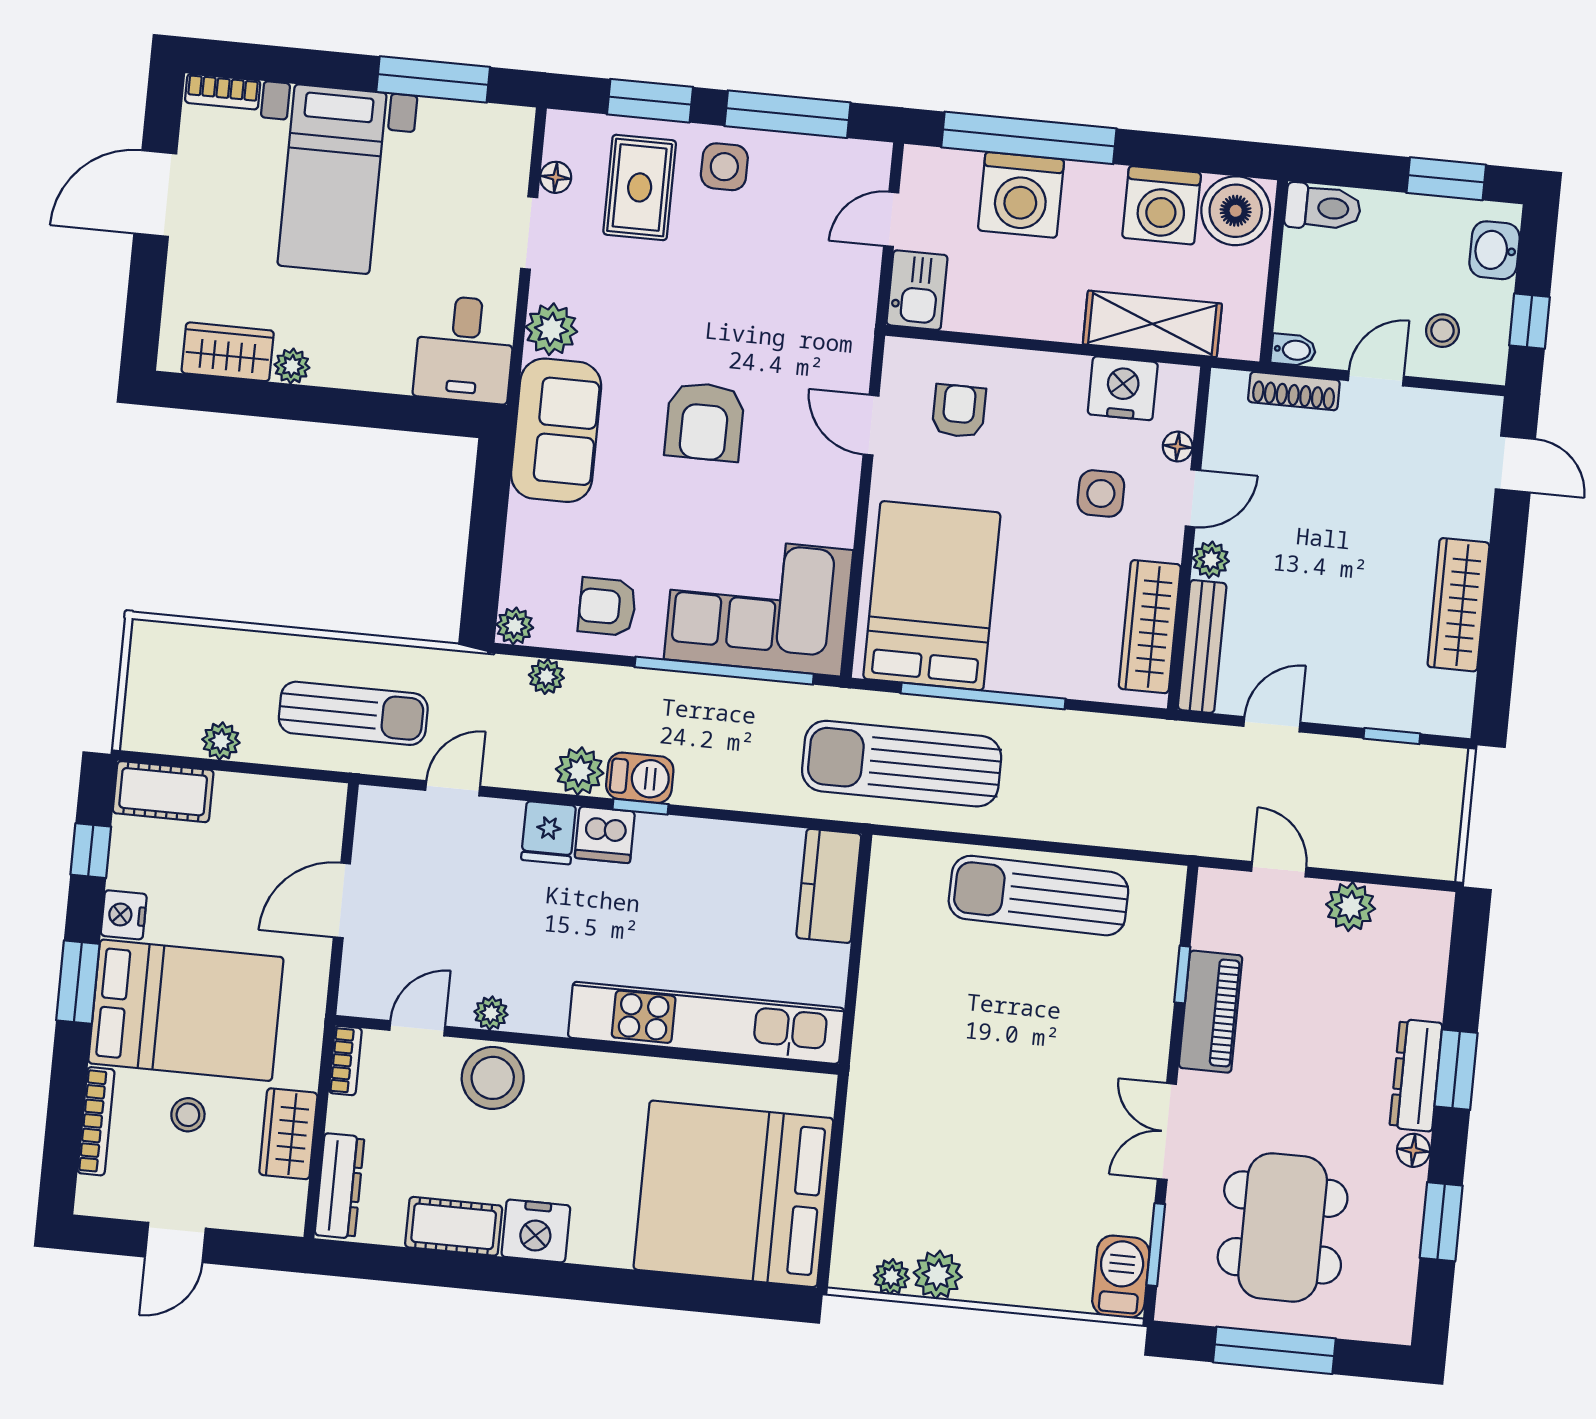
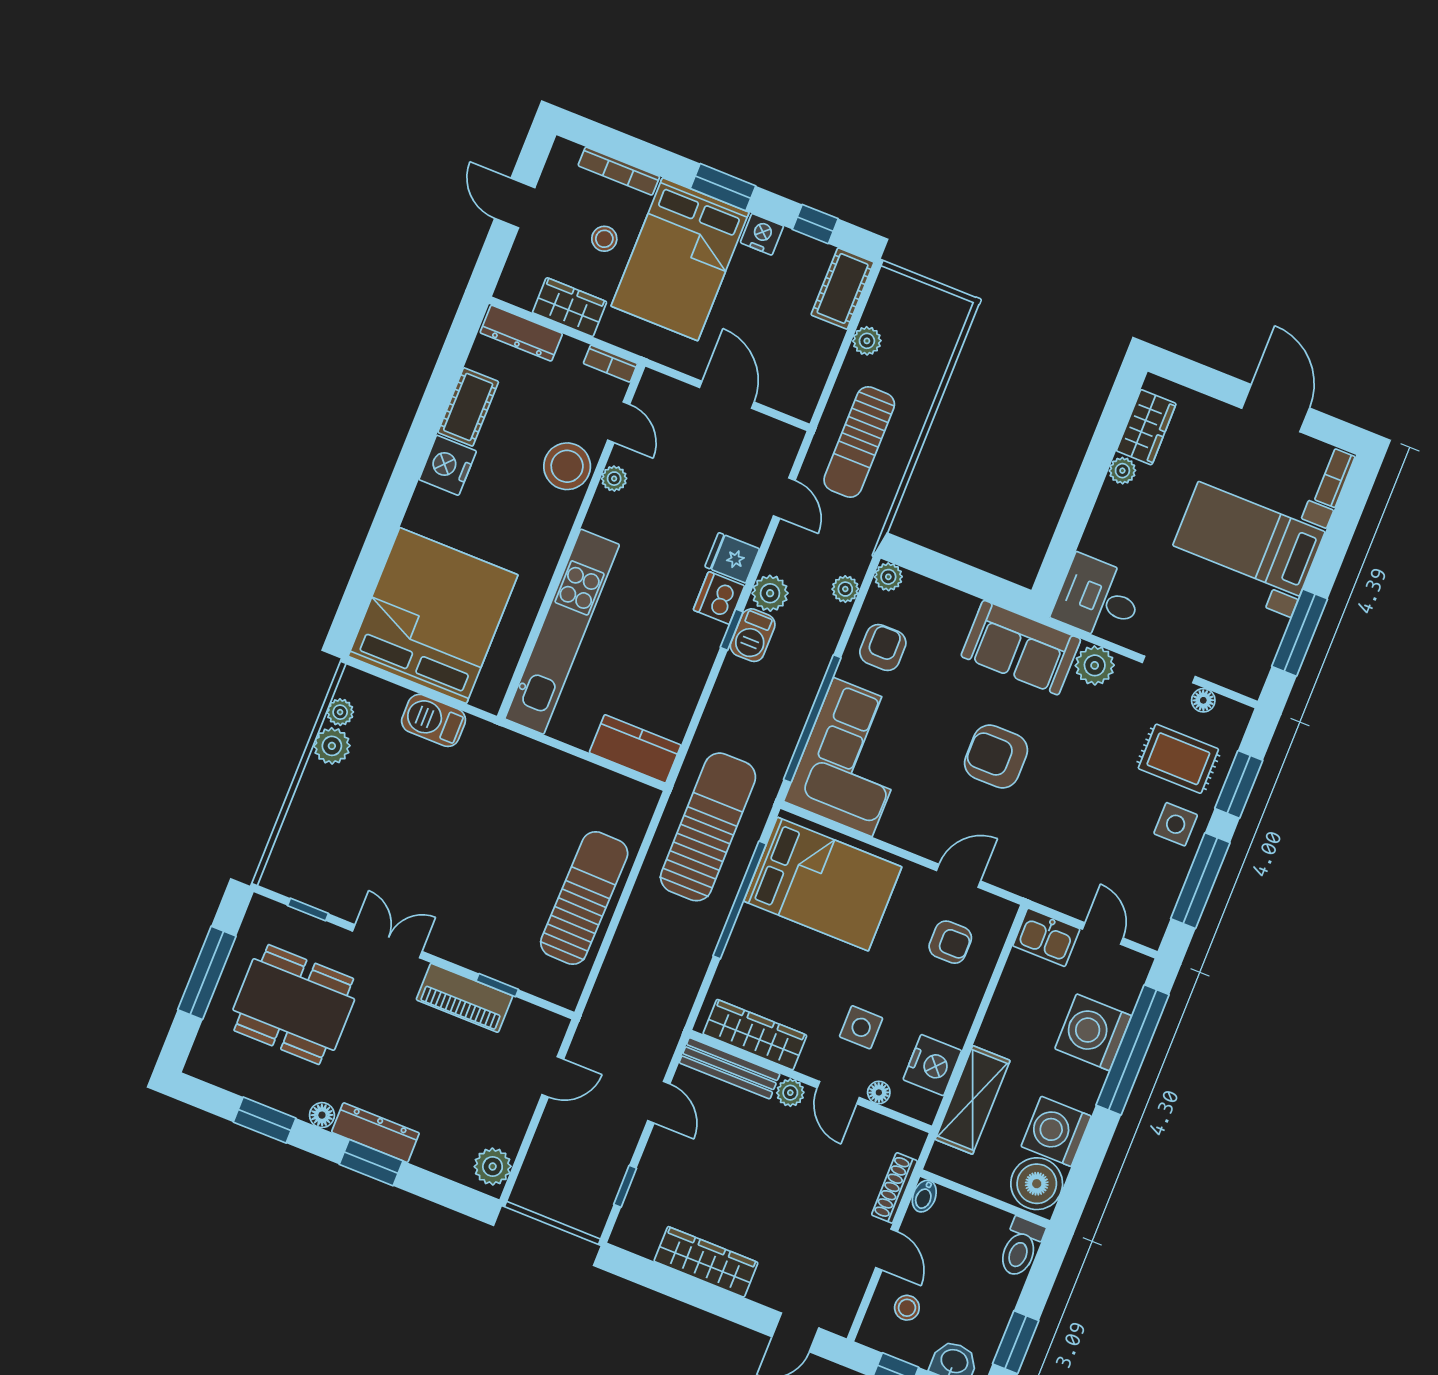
plant: (1351, 907) -> (493, 1166), moved
window: (1156, 1245) -> (308, 910), width x0.67
barbecue: (1121, 1277) -> (434, 720), moved, turned 180

